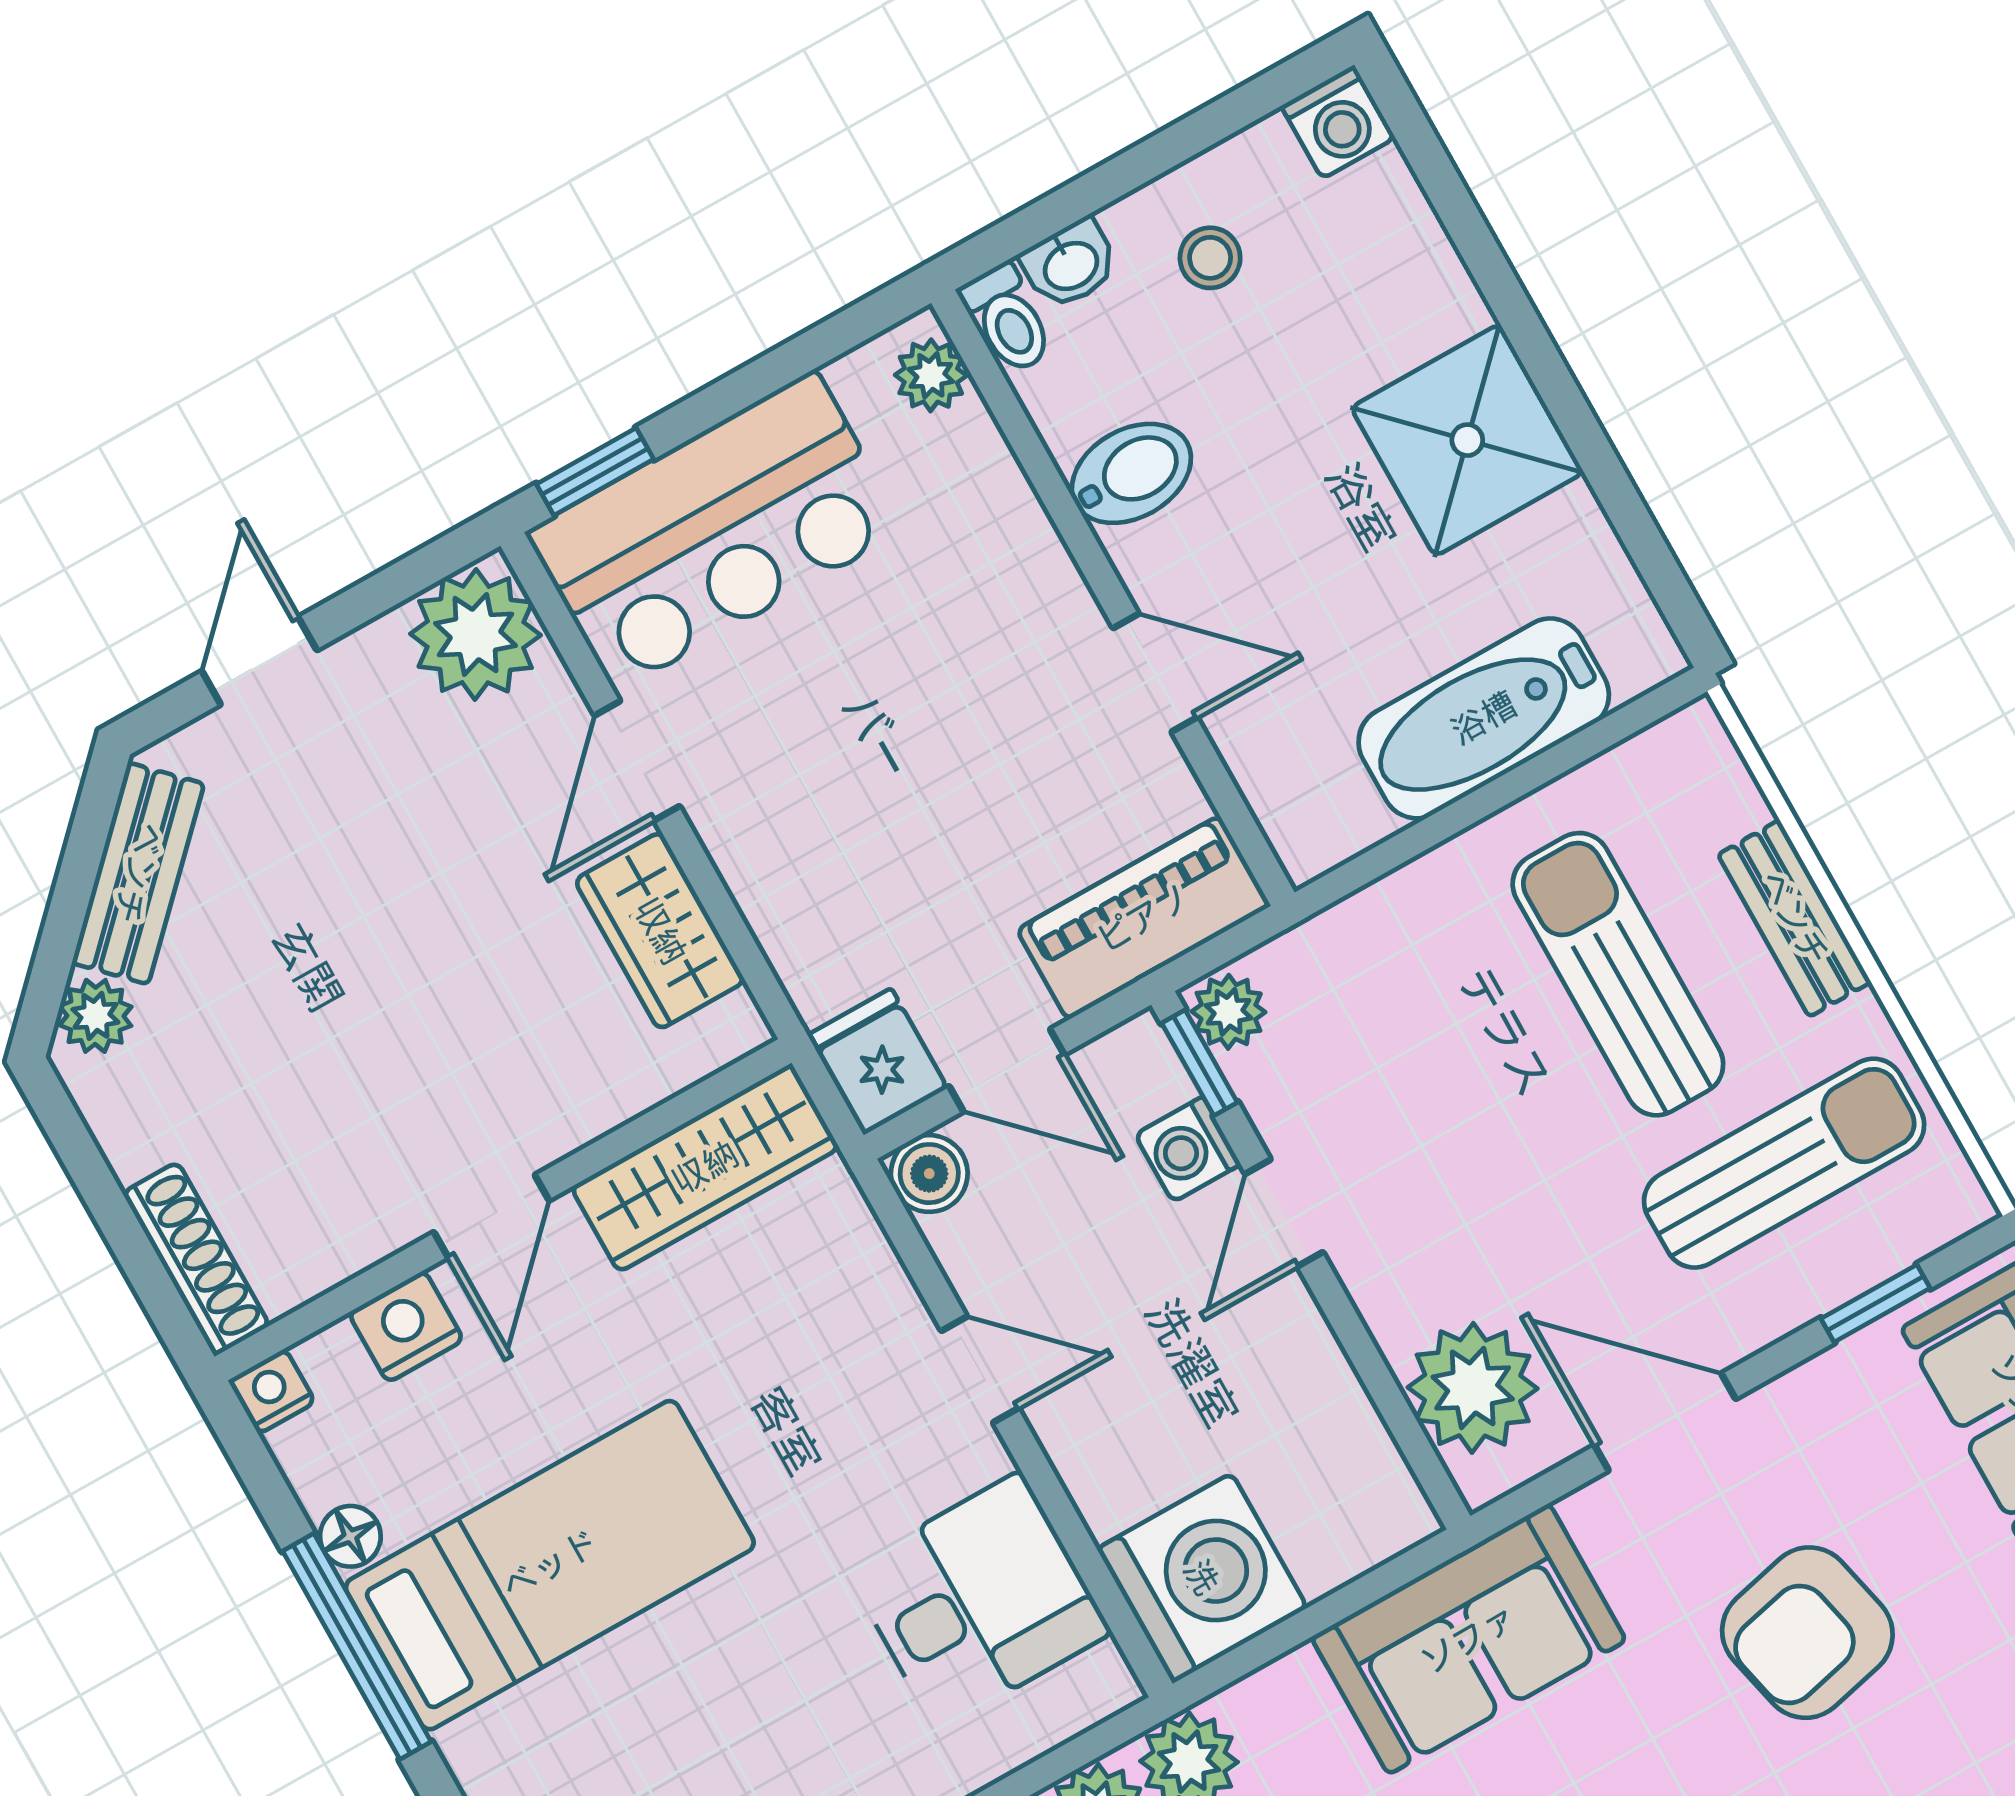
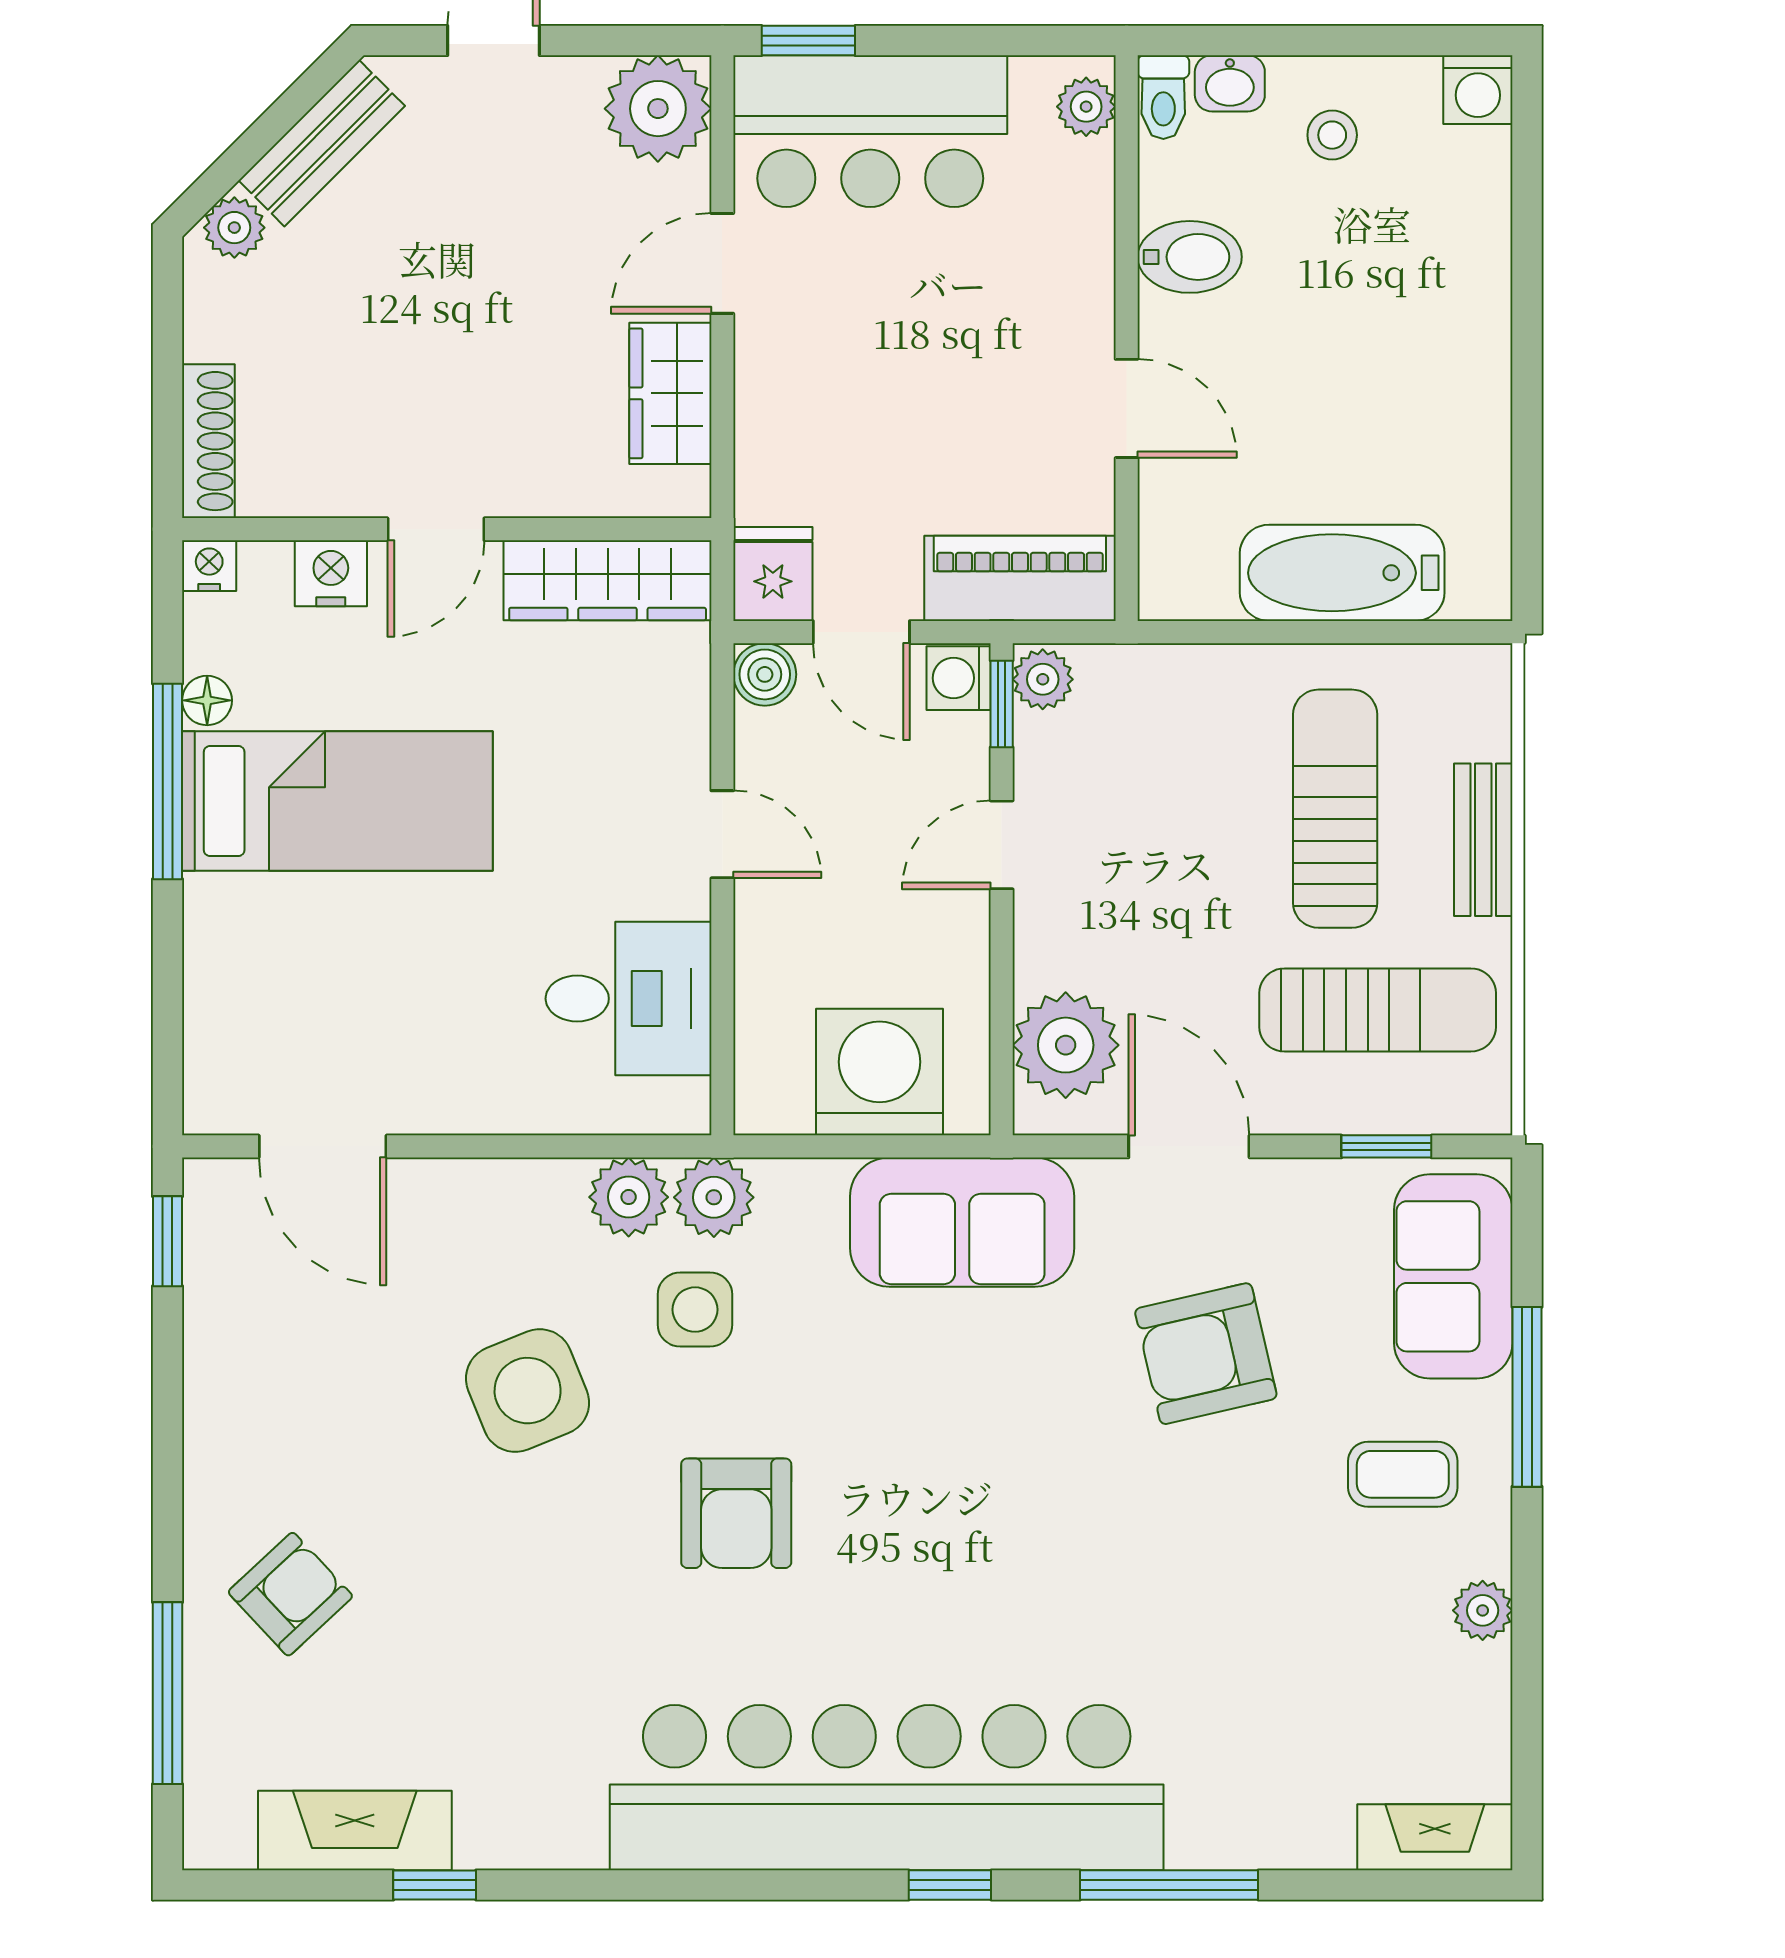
shower: (1467, 440) -> (1442, 368), removed
washing machine: (1188, 1149) -> (959, 678), moved
washing machine: (1202, 1578) -> (879, 1072), moved, turned -90

